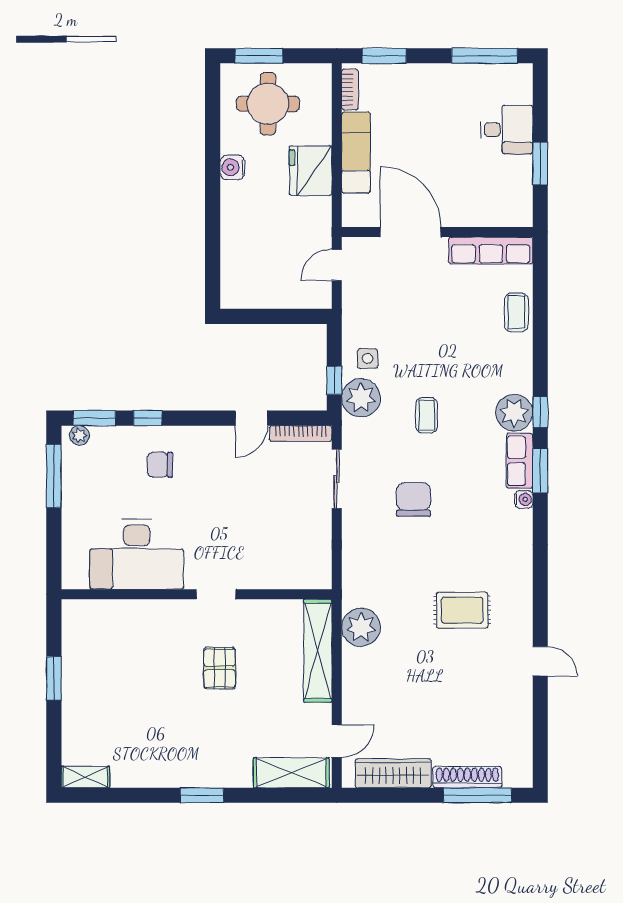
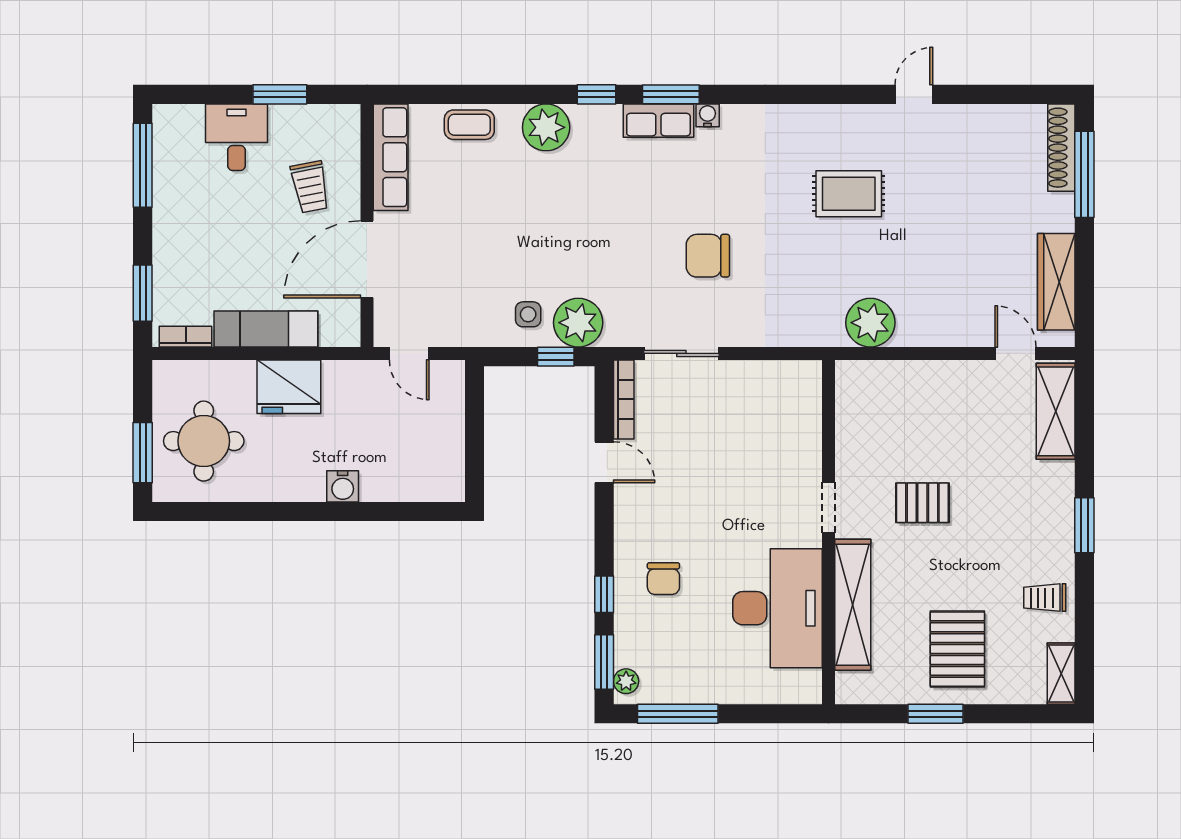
water cooler: (232, 167) -> (343, 486), moved
trolley: (468, 187) -> (310, 187), added
plant: (514, 413) -> (546, 127), moved
coffee table: (427, 415) -> (600, 239), removed
rug: (462, 610) -> (849, 194), turned 90
shelving: (318, 651) -> (853, 605), moved, turned 90
pallet: (105, 695) -> (957, 649), added
trolley: (145, 764) -> (1045, 598), added
shoe rack: (467, 777) -> (1061, 148), moved

